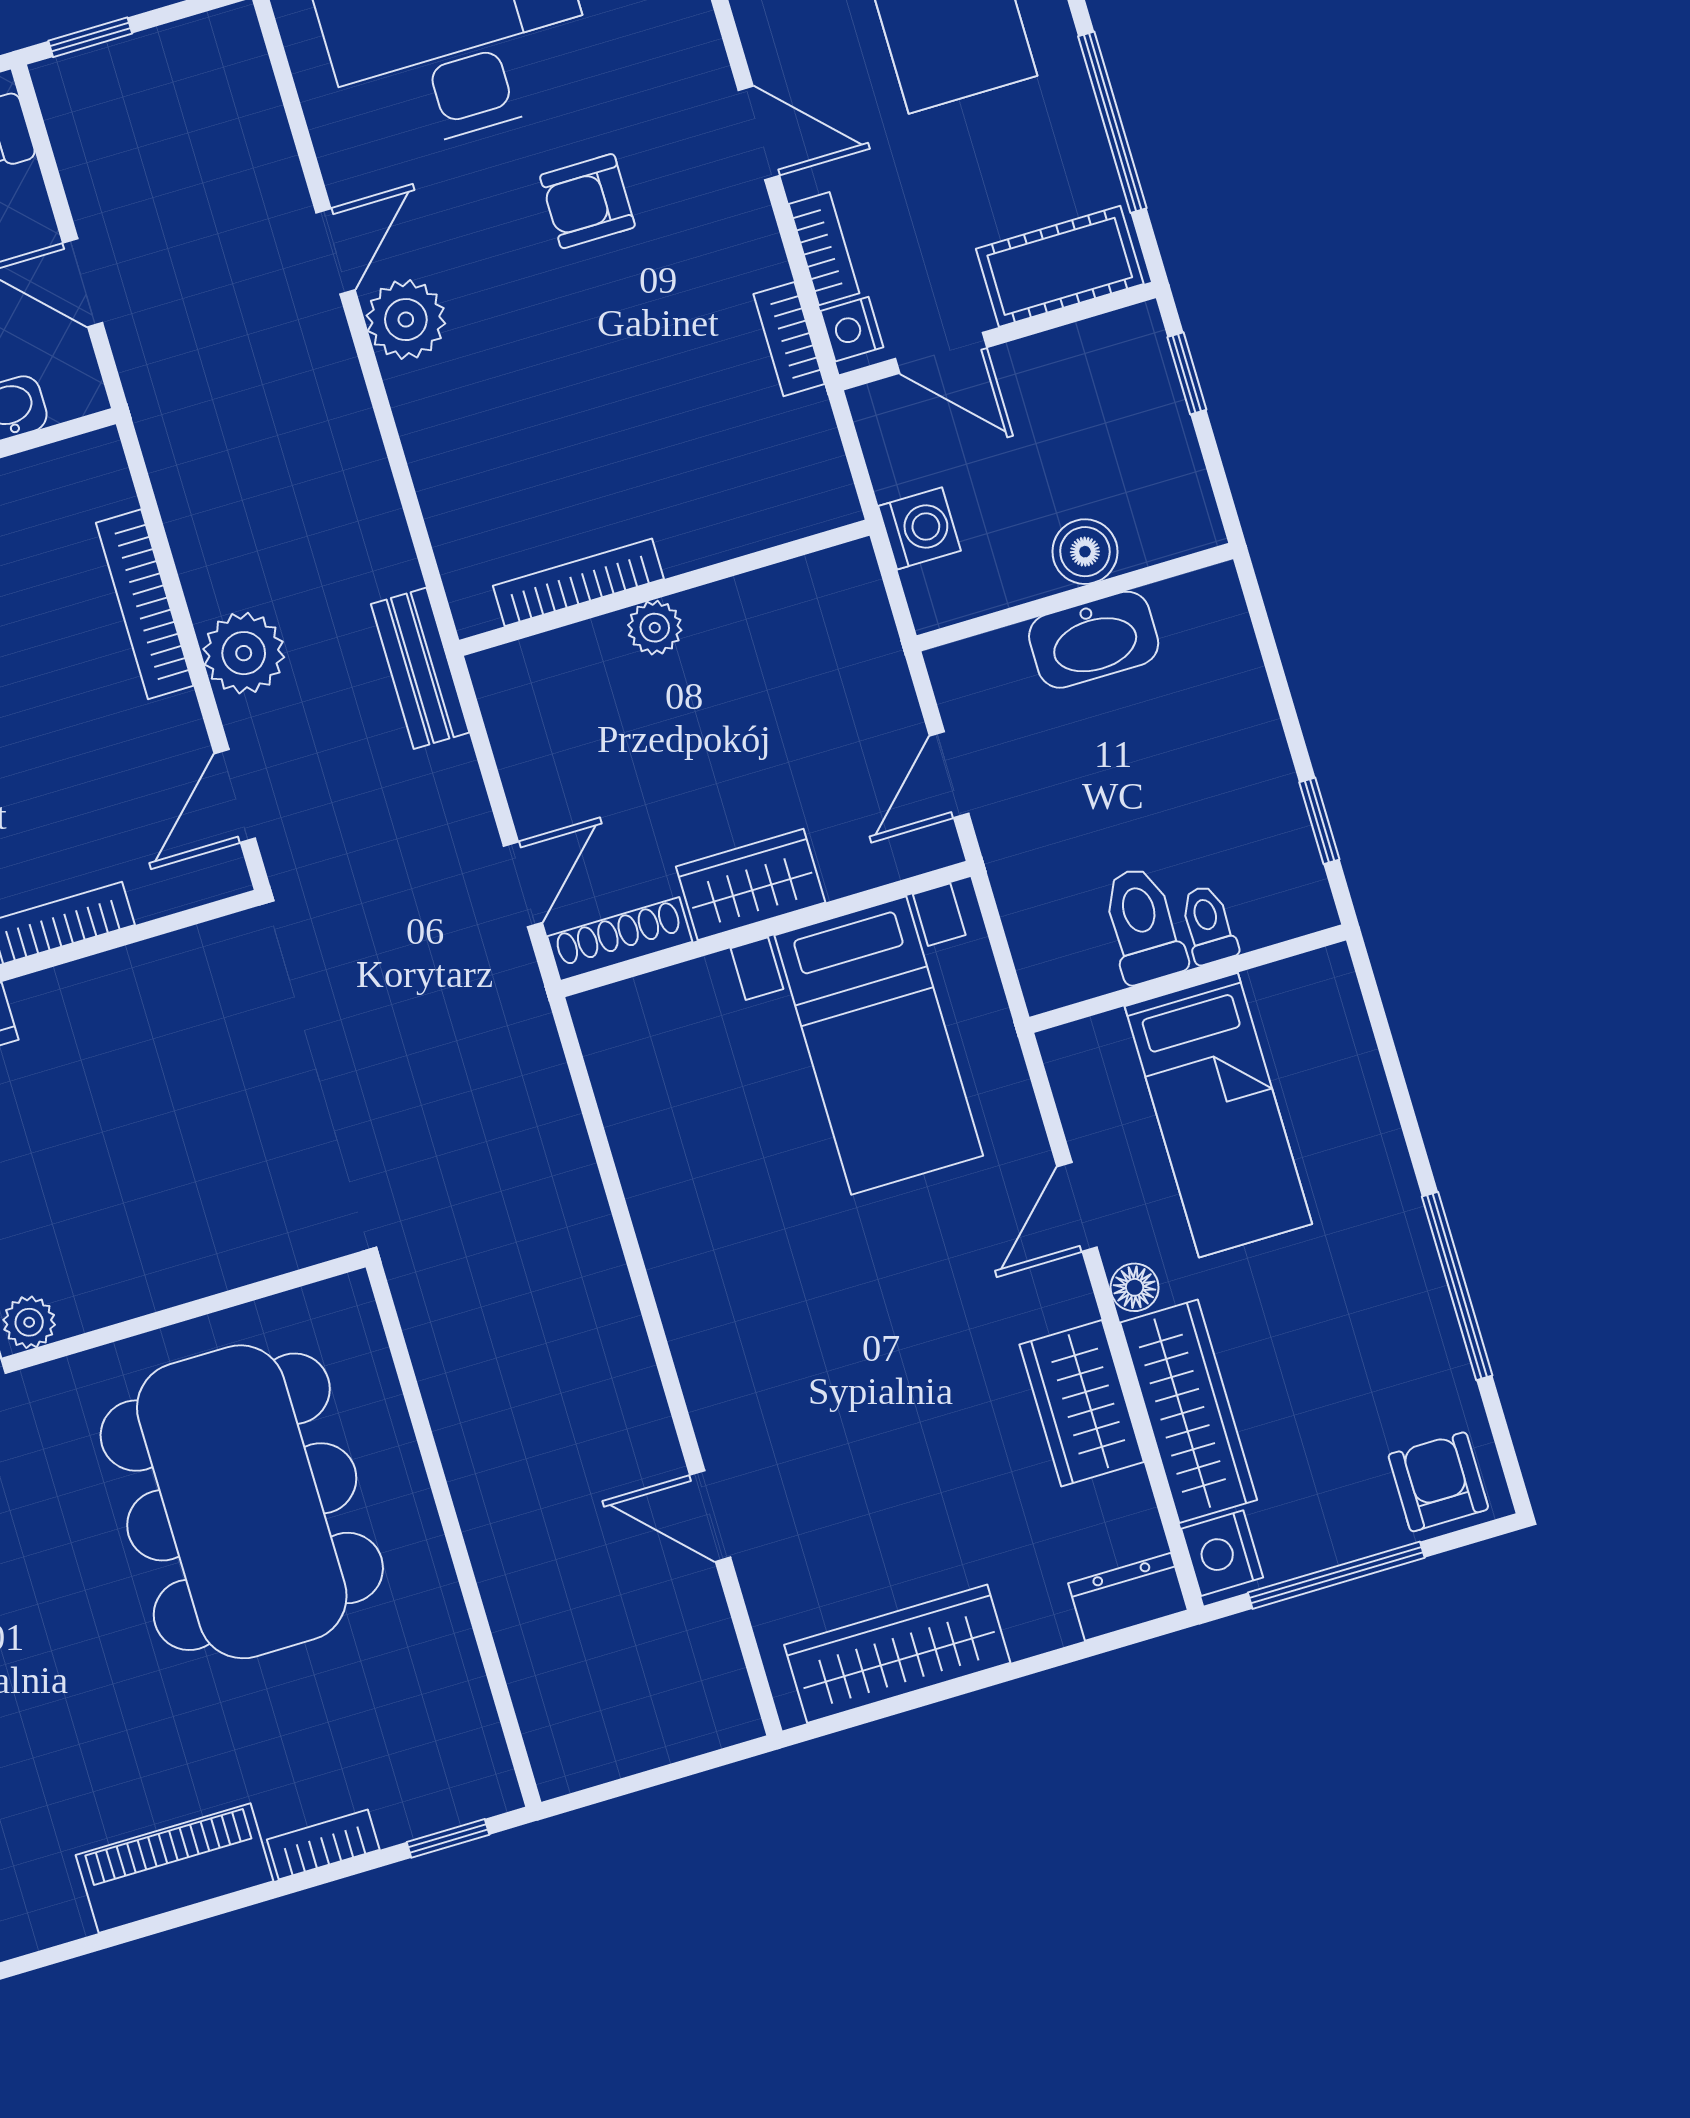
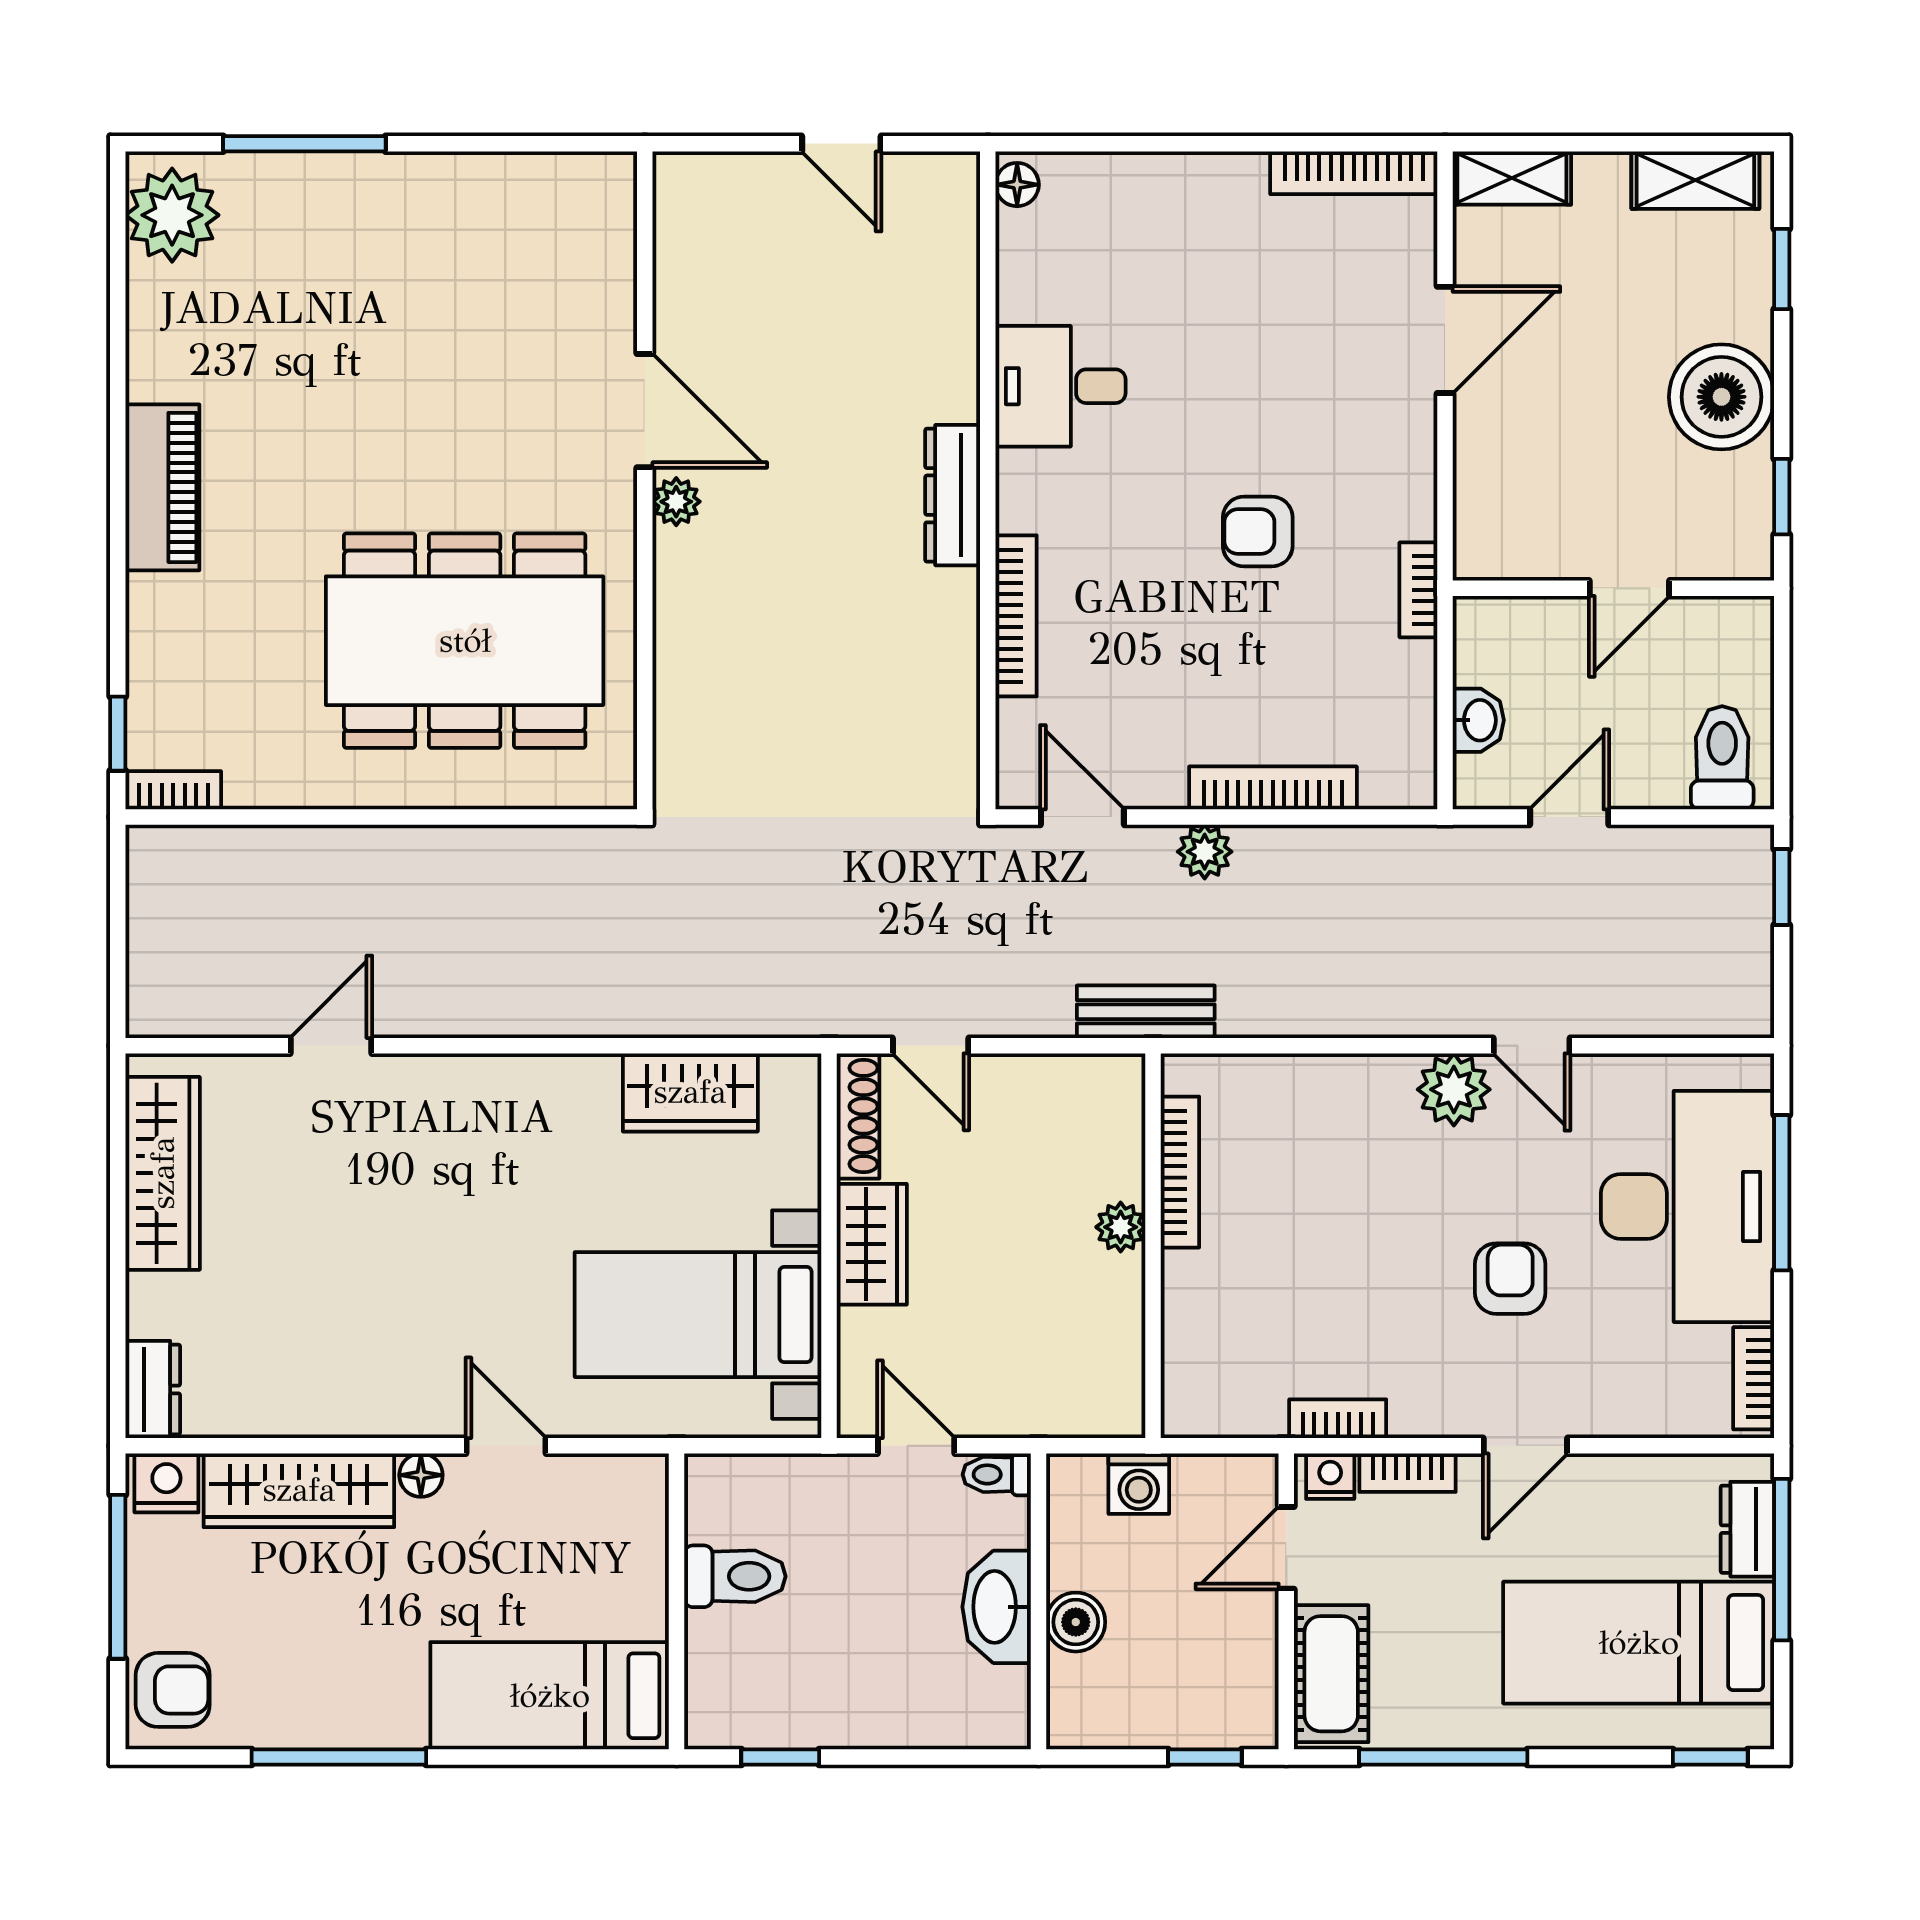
plant: (244, 653) -> (1205, 852), width x0.73, depth x0.73
toilet: (1208, 925) -> (997, 1474), moved, turned 180
bed: (1218, 1115) -> (550, 1696), moved
wardrobe: (1082, 1403) -> (690, 1092), moved, turned 180
bookcase: (323, 1845) -> (173, 790), moved, turned -90

